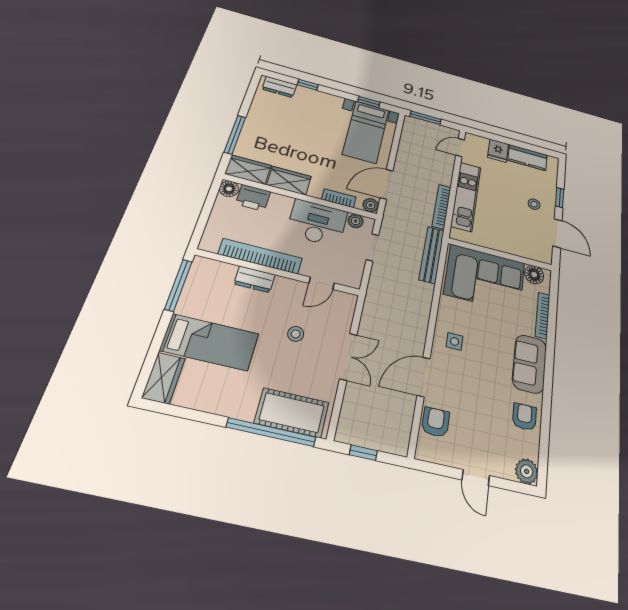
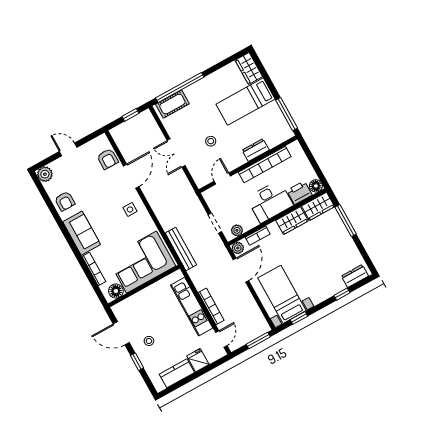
bookcase: (442, 207) -> (211, 306), moved
desk: (317, 223) -> (270, 202), moved
cot: (292, 413) -> (172, 104), width x0.73, depth x0.75

